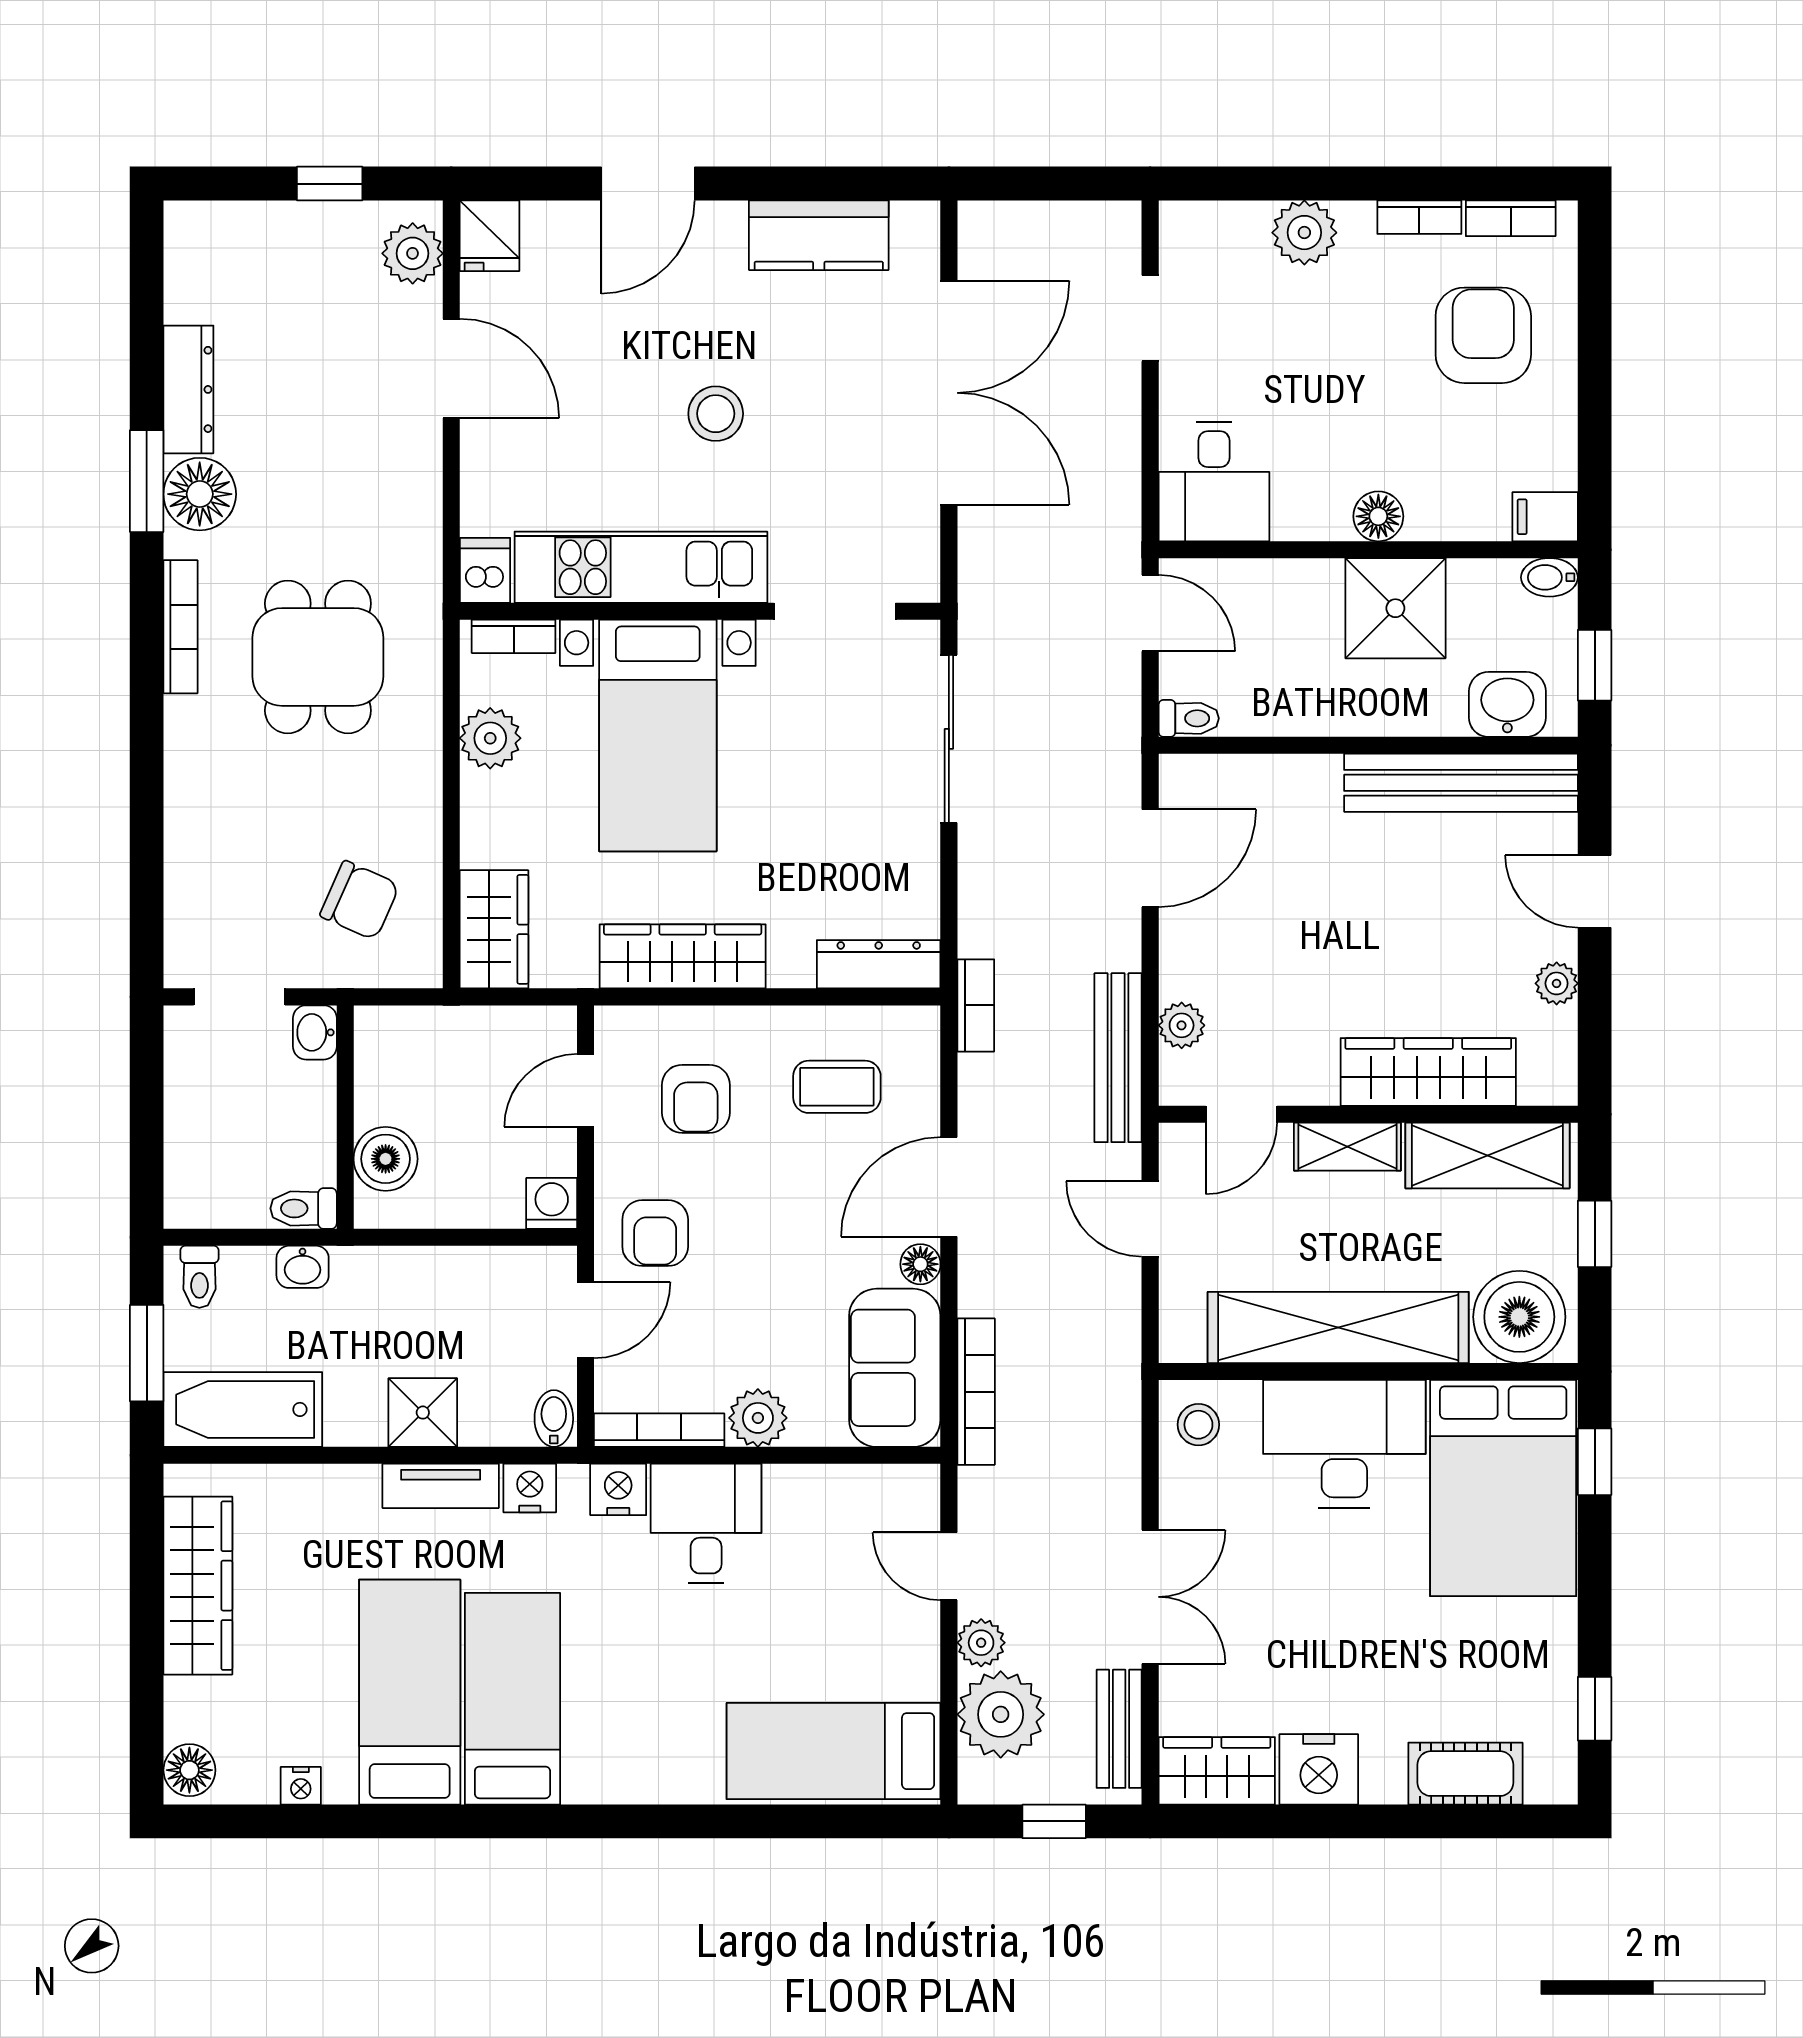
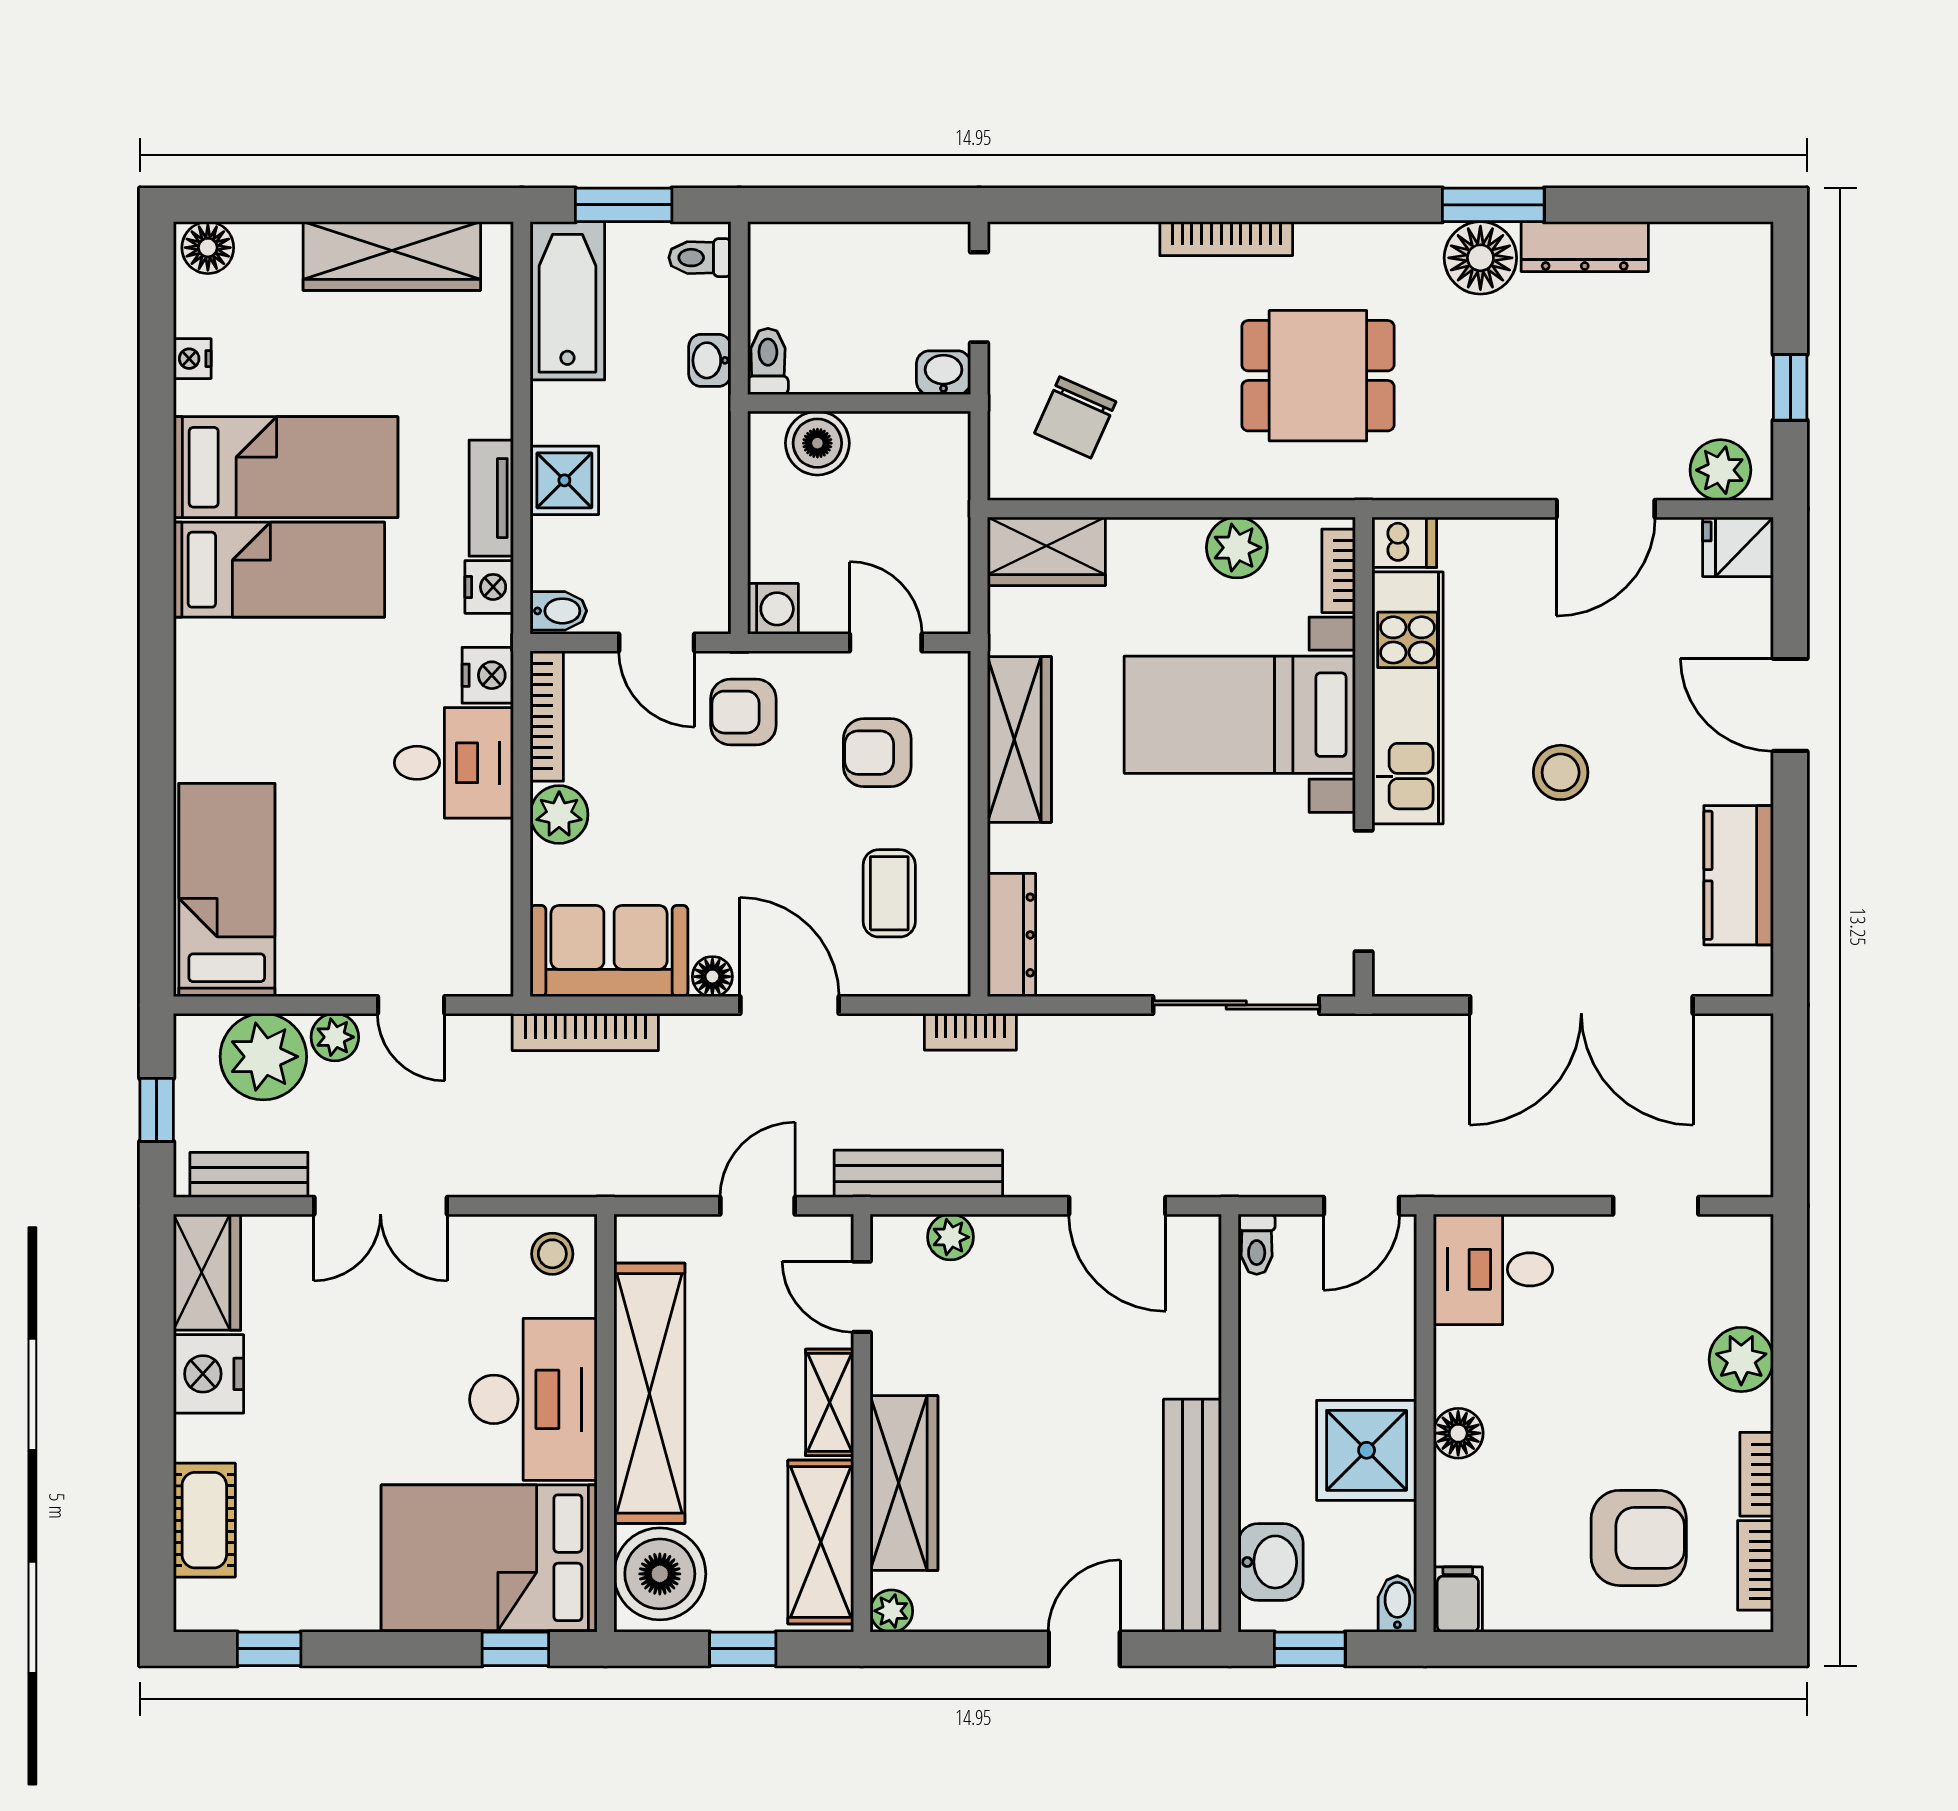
bookcase: (181, 627) -> (1226, 239), moved
plant: (1557, 983) -> (891, 1611), moved
door: (949, 1566) -> (411, 1005), swing flipped

